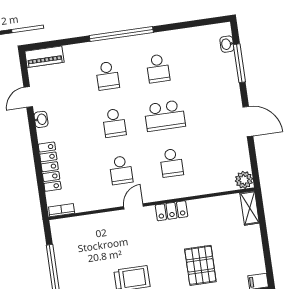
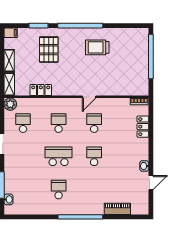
piano: (44, 57) -> (117, 209), moved
school desk: (107, 76) -> (23, 123), moved
locker: (50, 167) -> (143, 127), width x0.66
locker: (171, 211) -> (41, 90), moved
shelving: (255, 242) -> (9, 61), added

